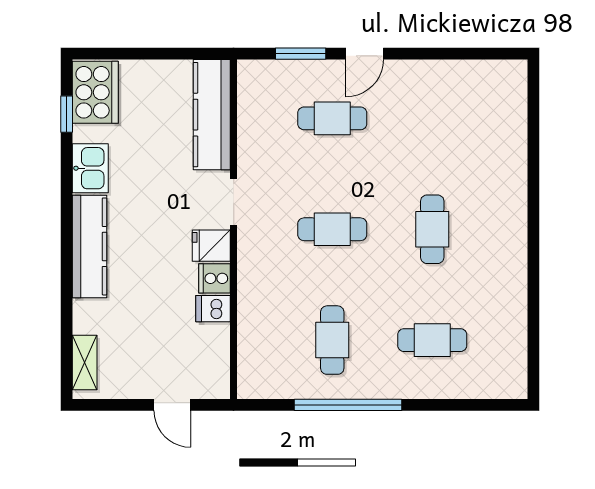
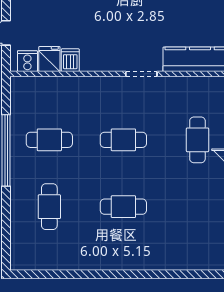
cafe table: (332, 229) -> (123, 140), turned 90
fridge: (211, 246) -> (49, 59), moved
cooker: (214, 278) -> (27, 61), moved

